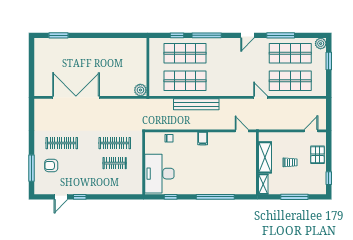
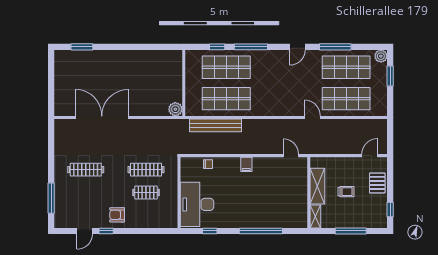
bench: (196, 104) -> (215, 125), moved
armchair: (51, 166) -> (117, 215), moved

